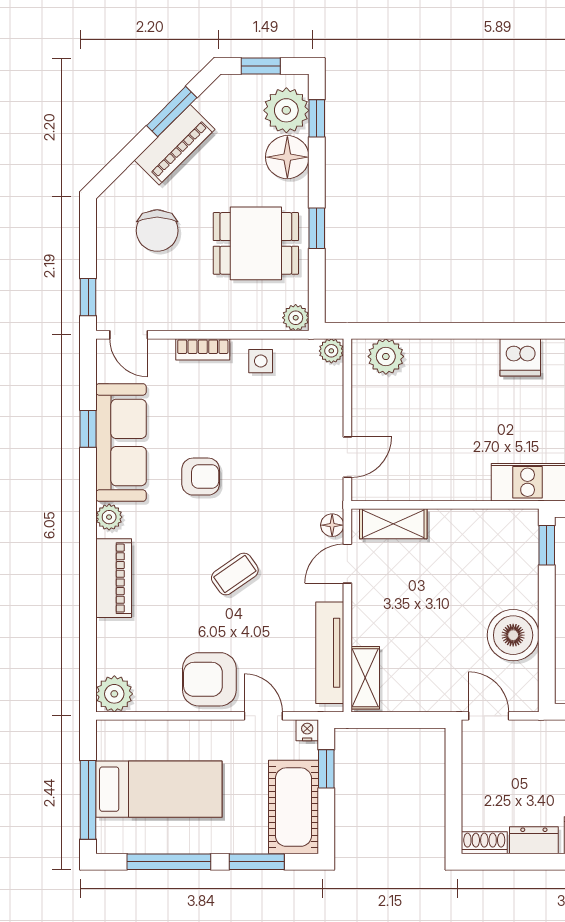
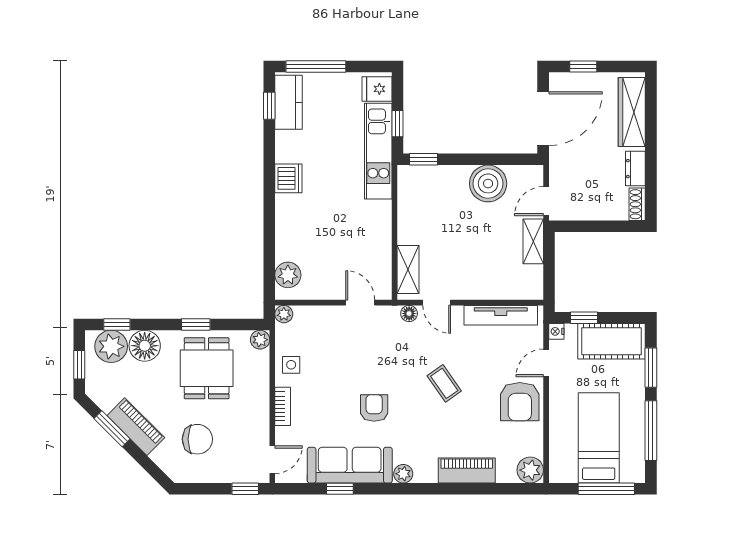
piano: (114, 578) -> (467, 470), moved
shelving: (365, 678) -> (533, 241), moved, turned 90

